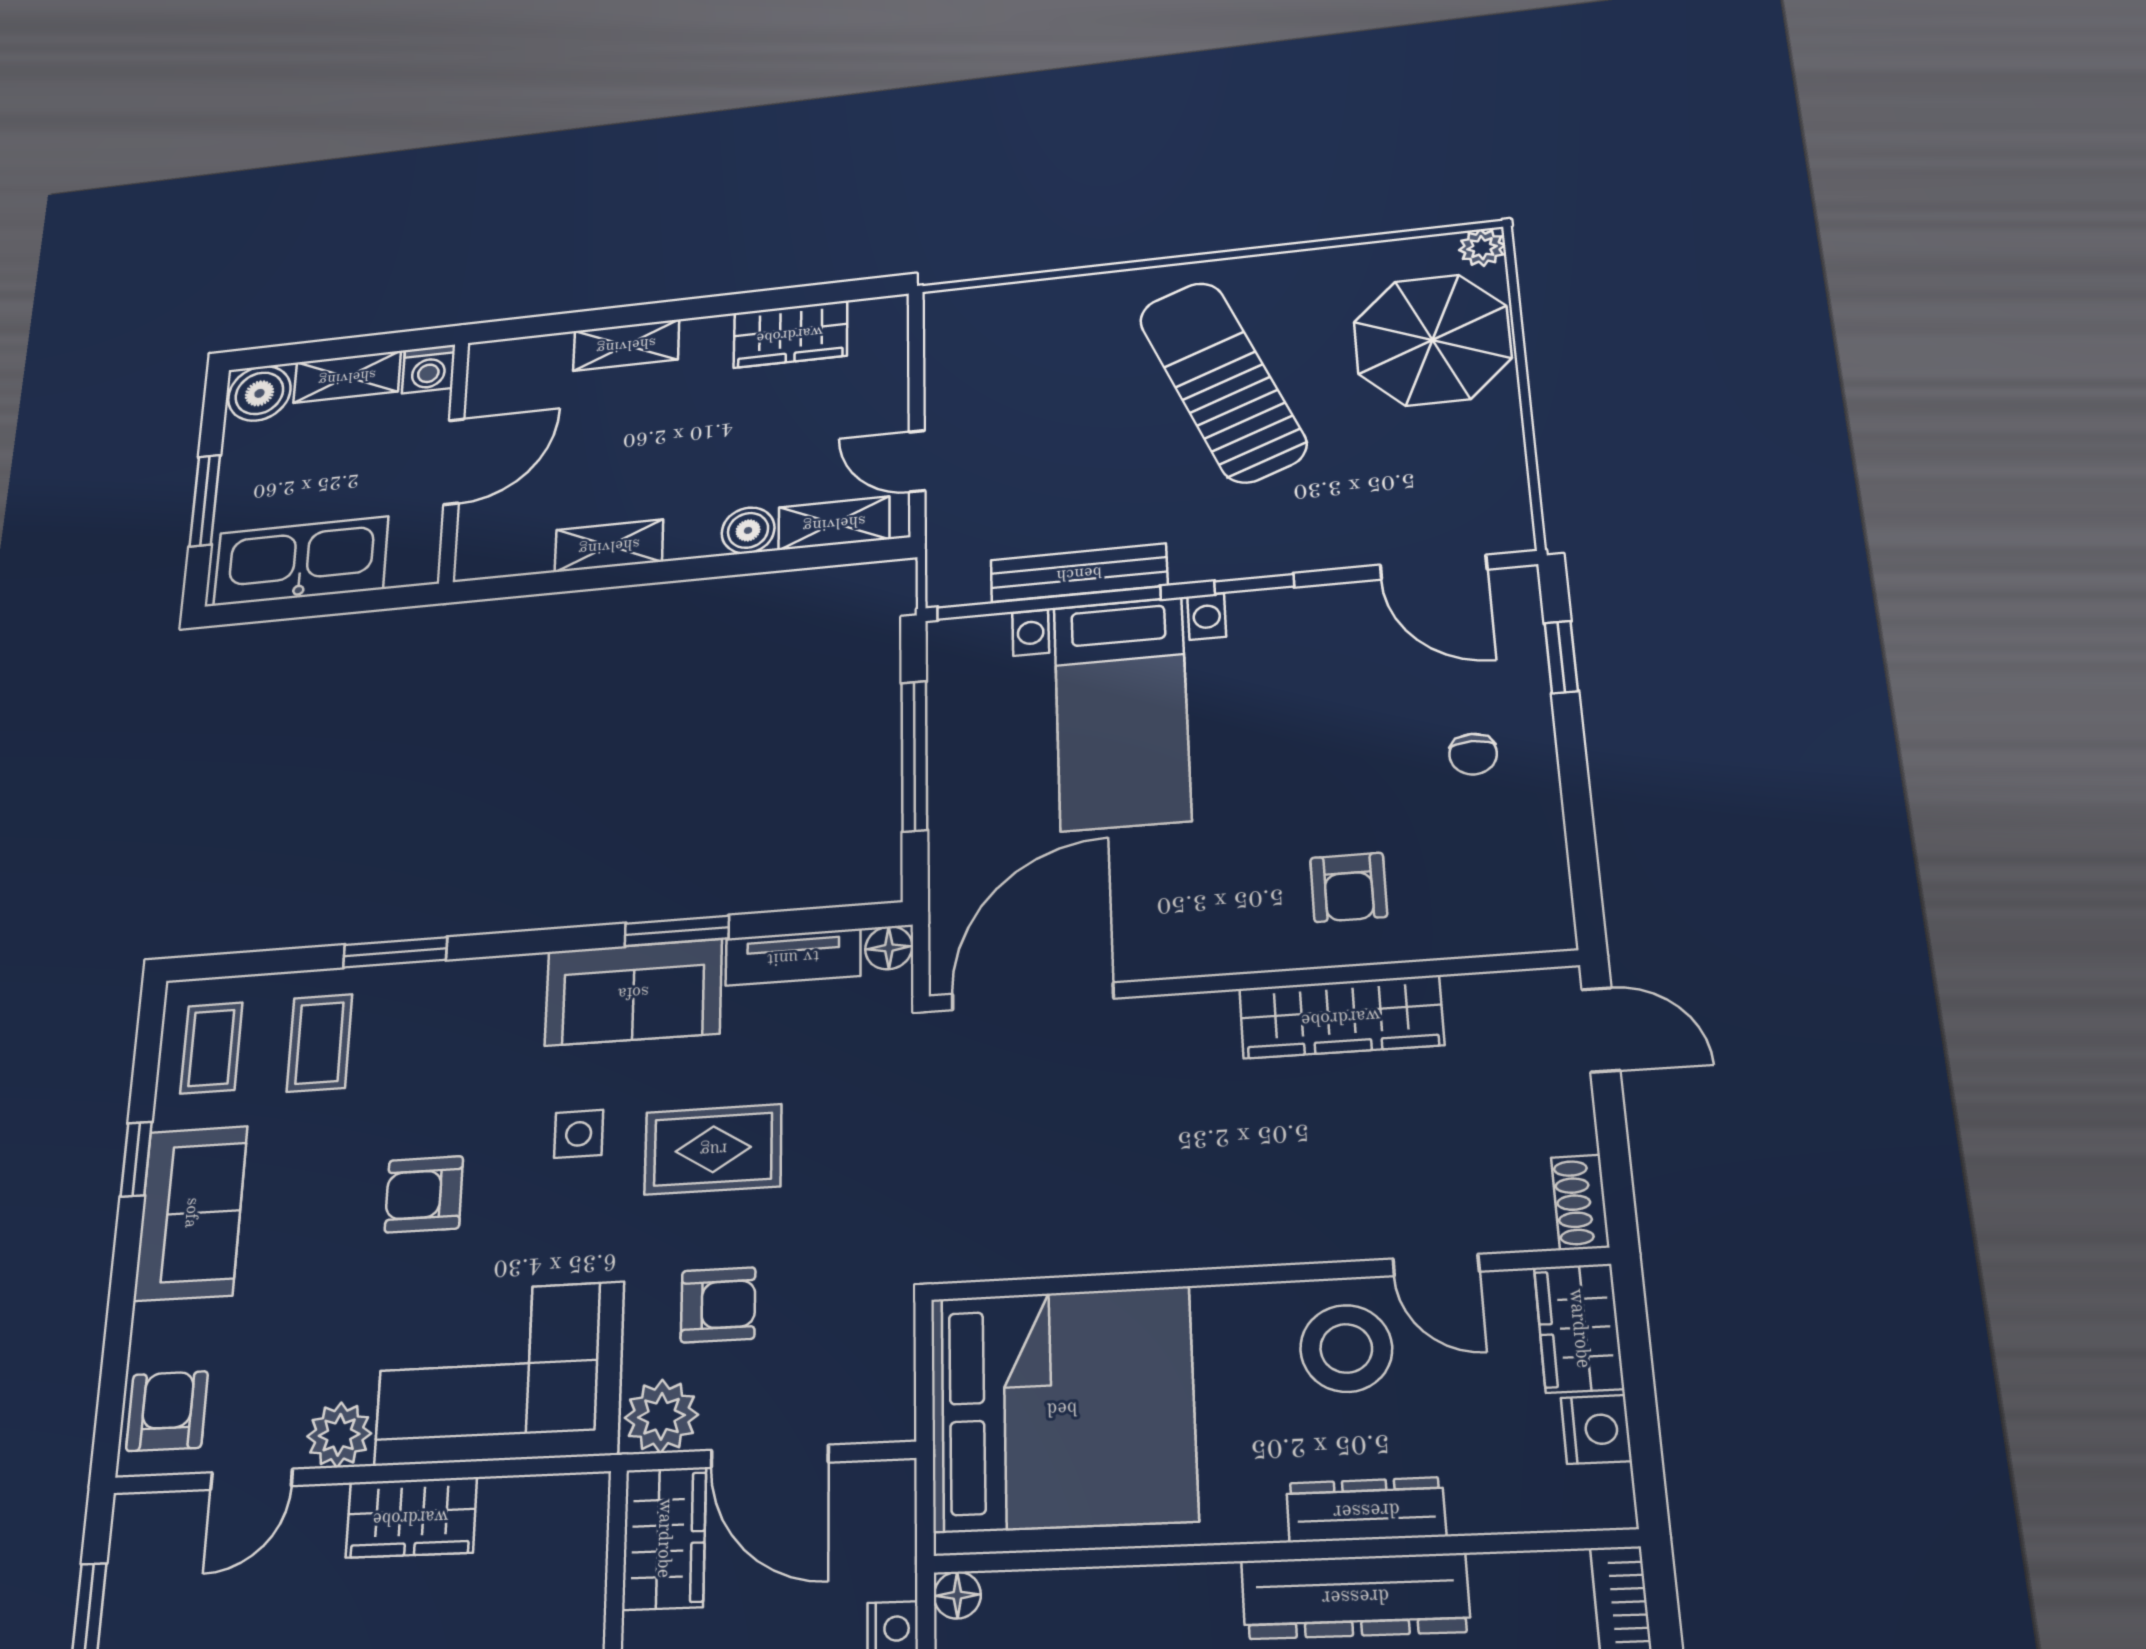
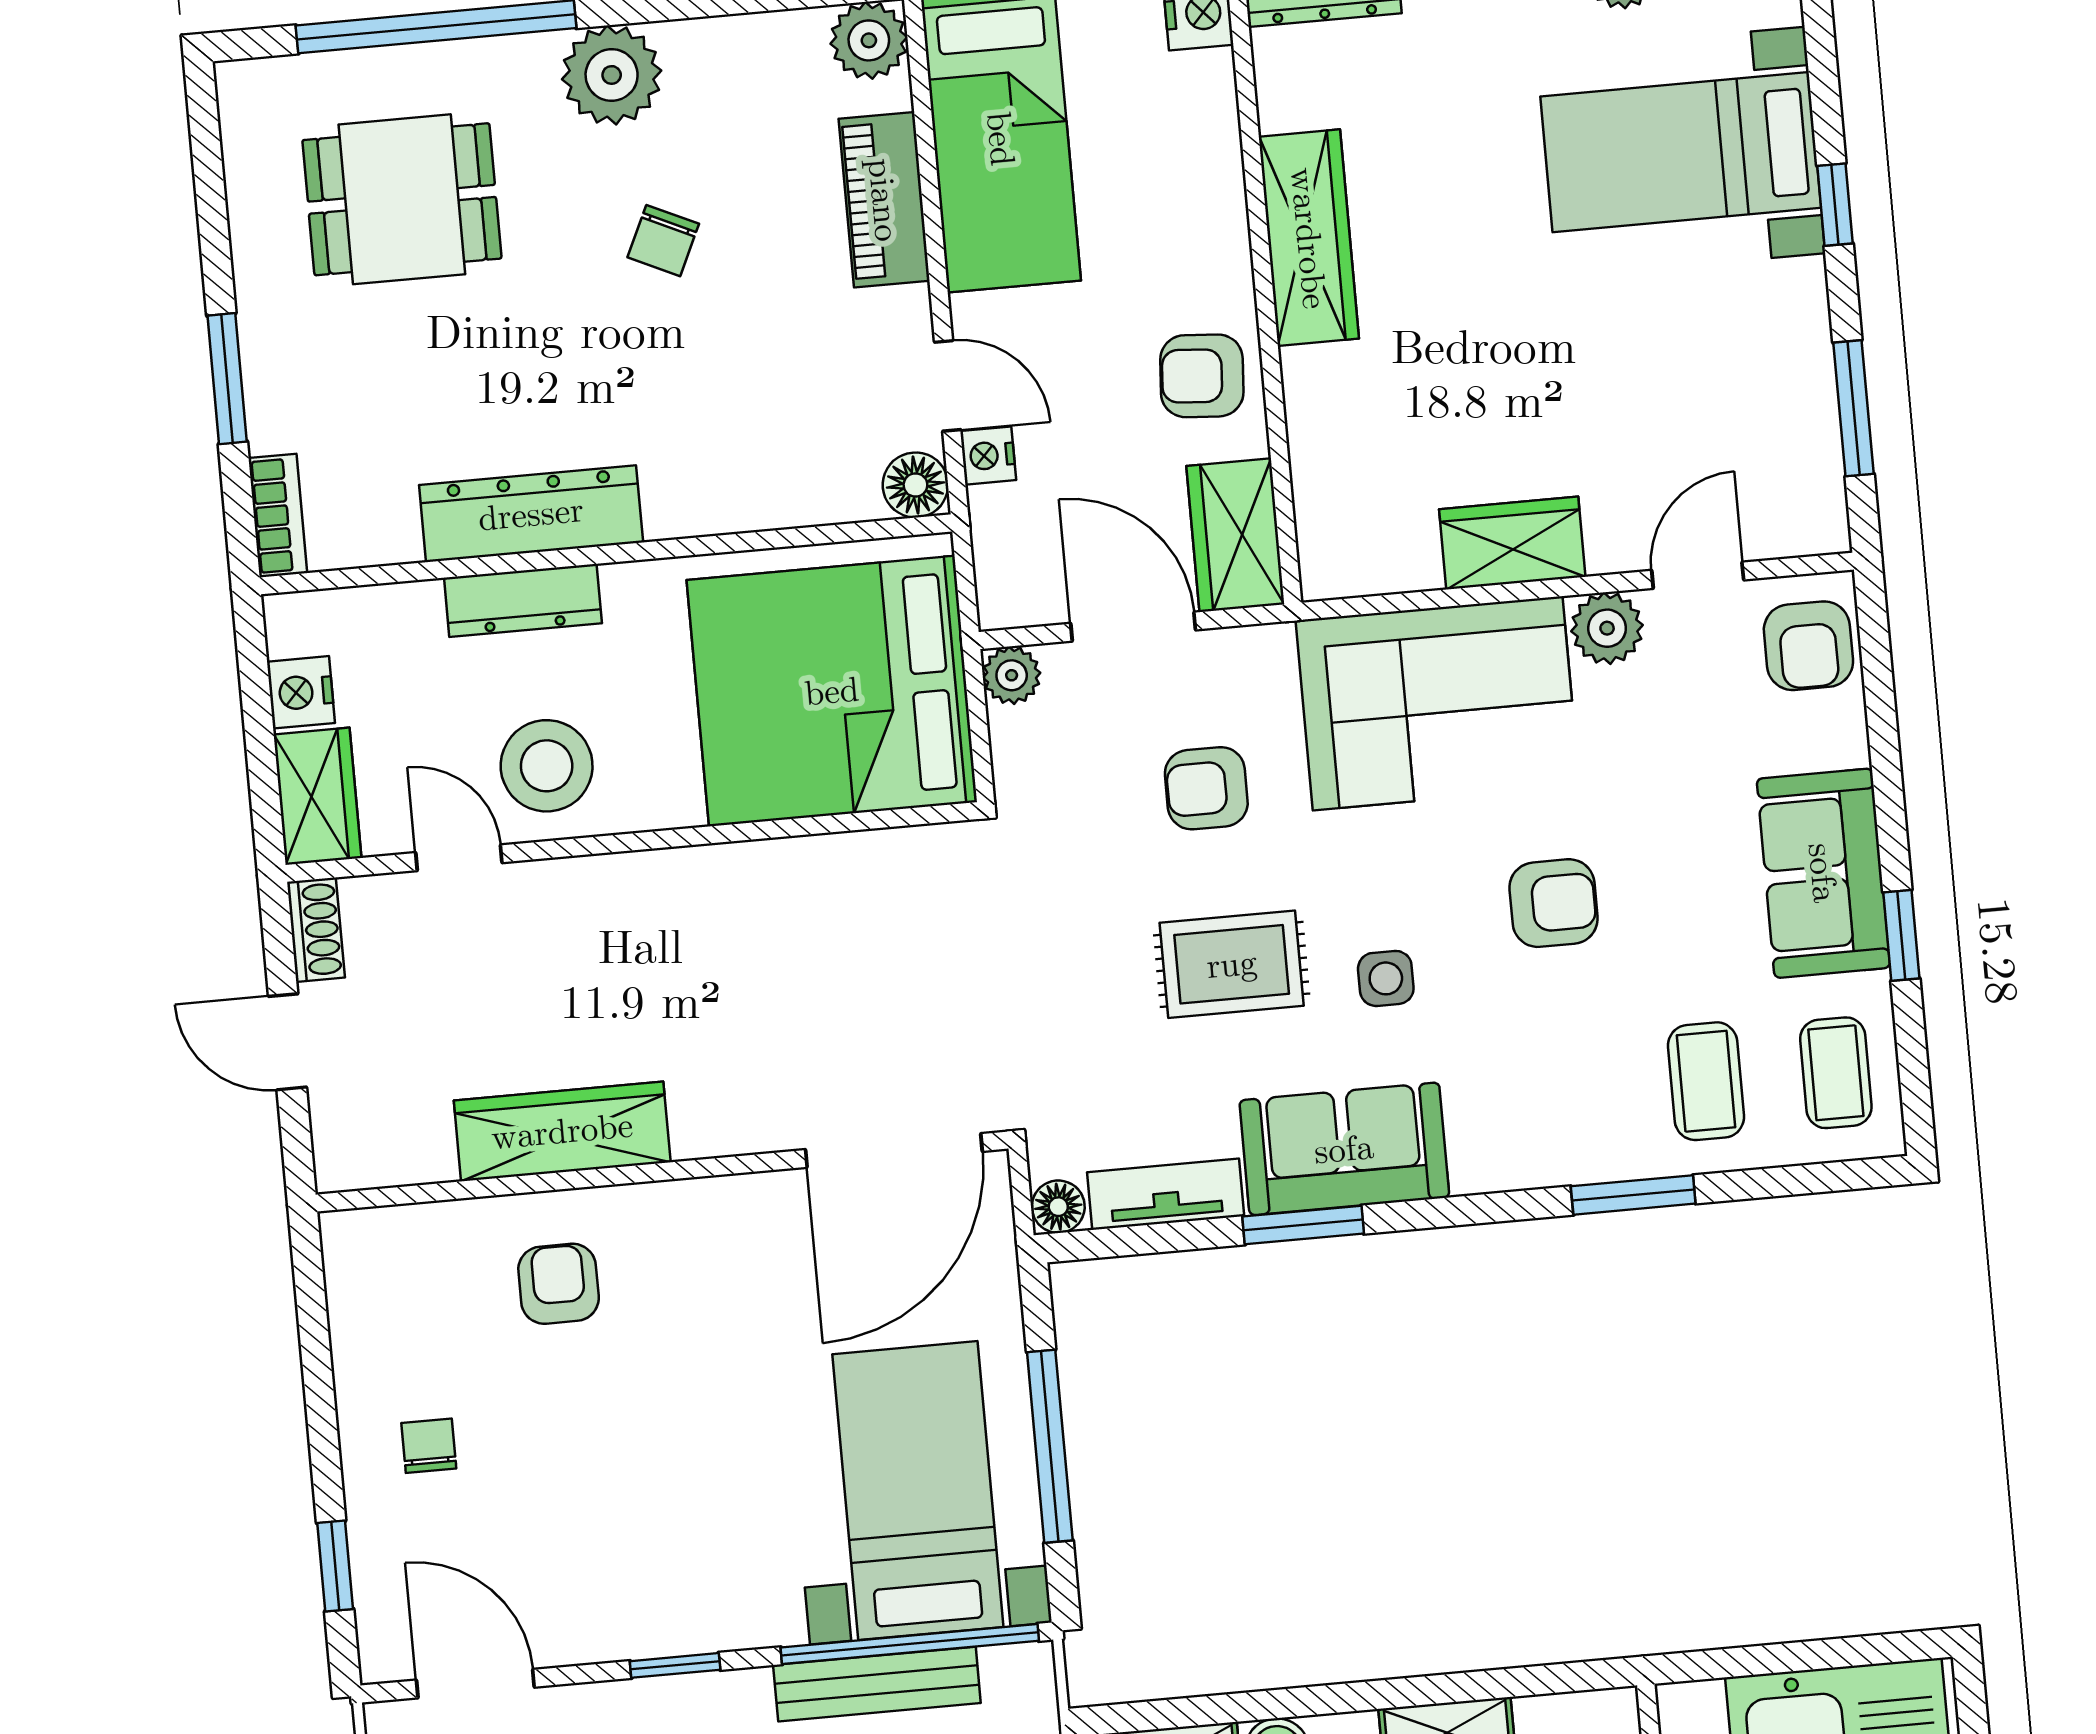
bed with nightstands: (1122, 713) -> (918, 1491), moved
door: (1601, 1030) -> (287, 1042), moved
plant: (661, 1416) -> (1012, 675), moved, width x0.73, depth x0.73
floor lamp: (957, 1595) -> (915, 485), width x1.37, depth x1.37

